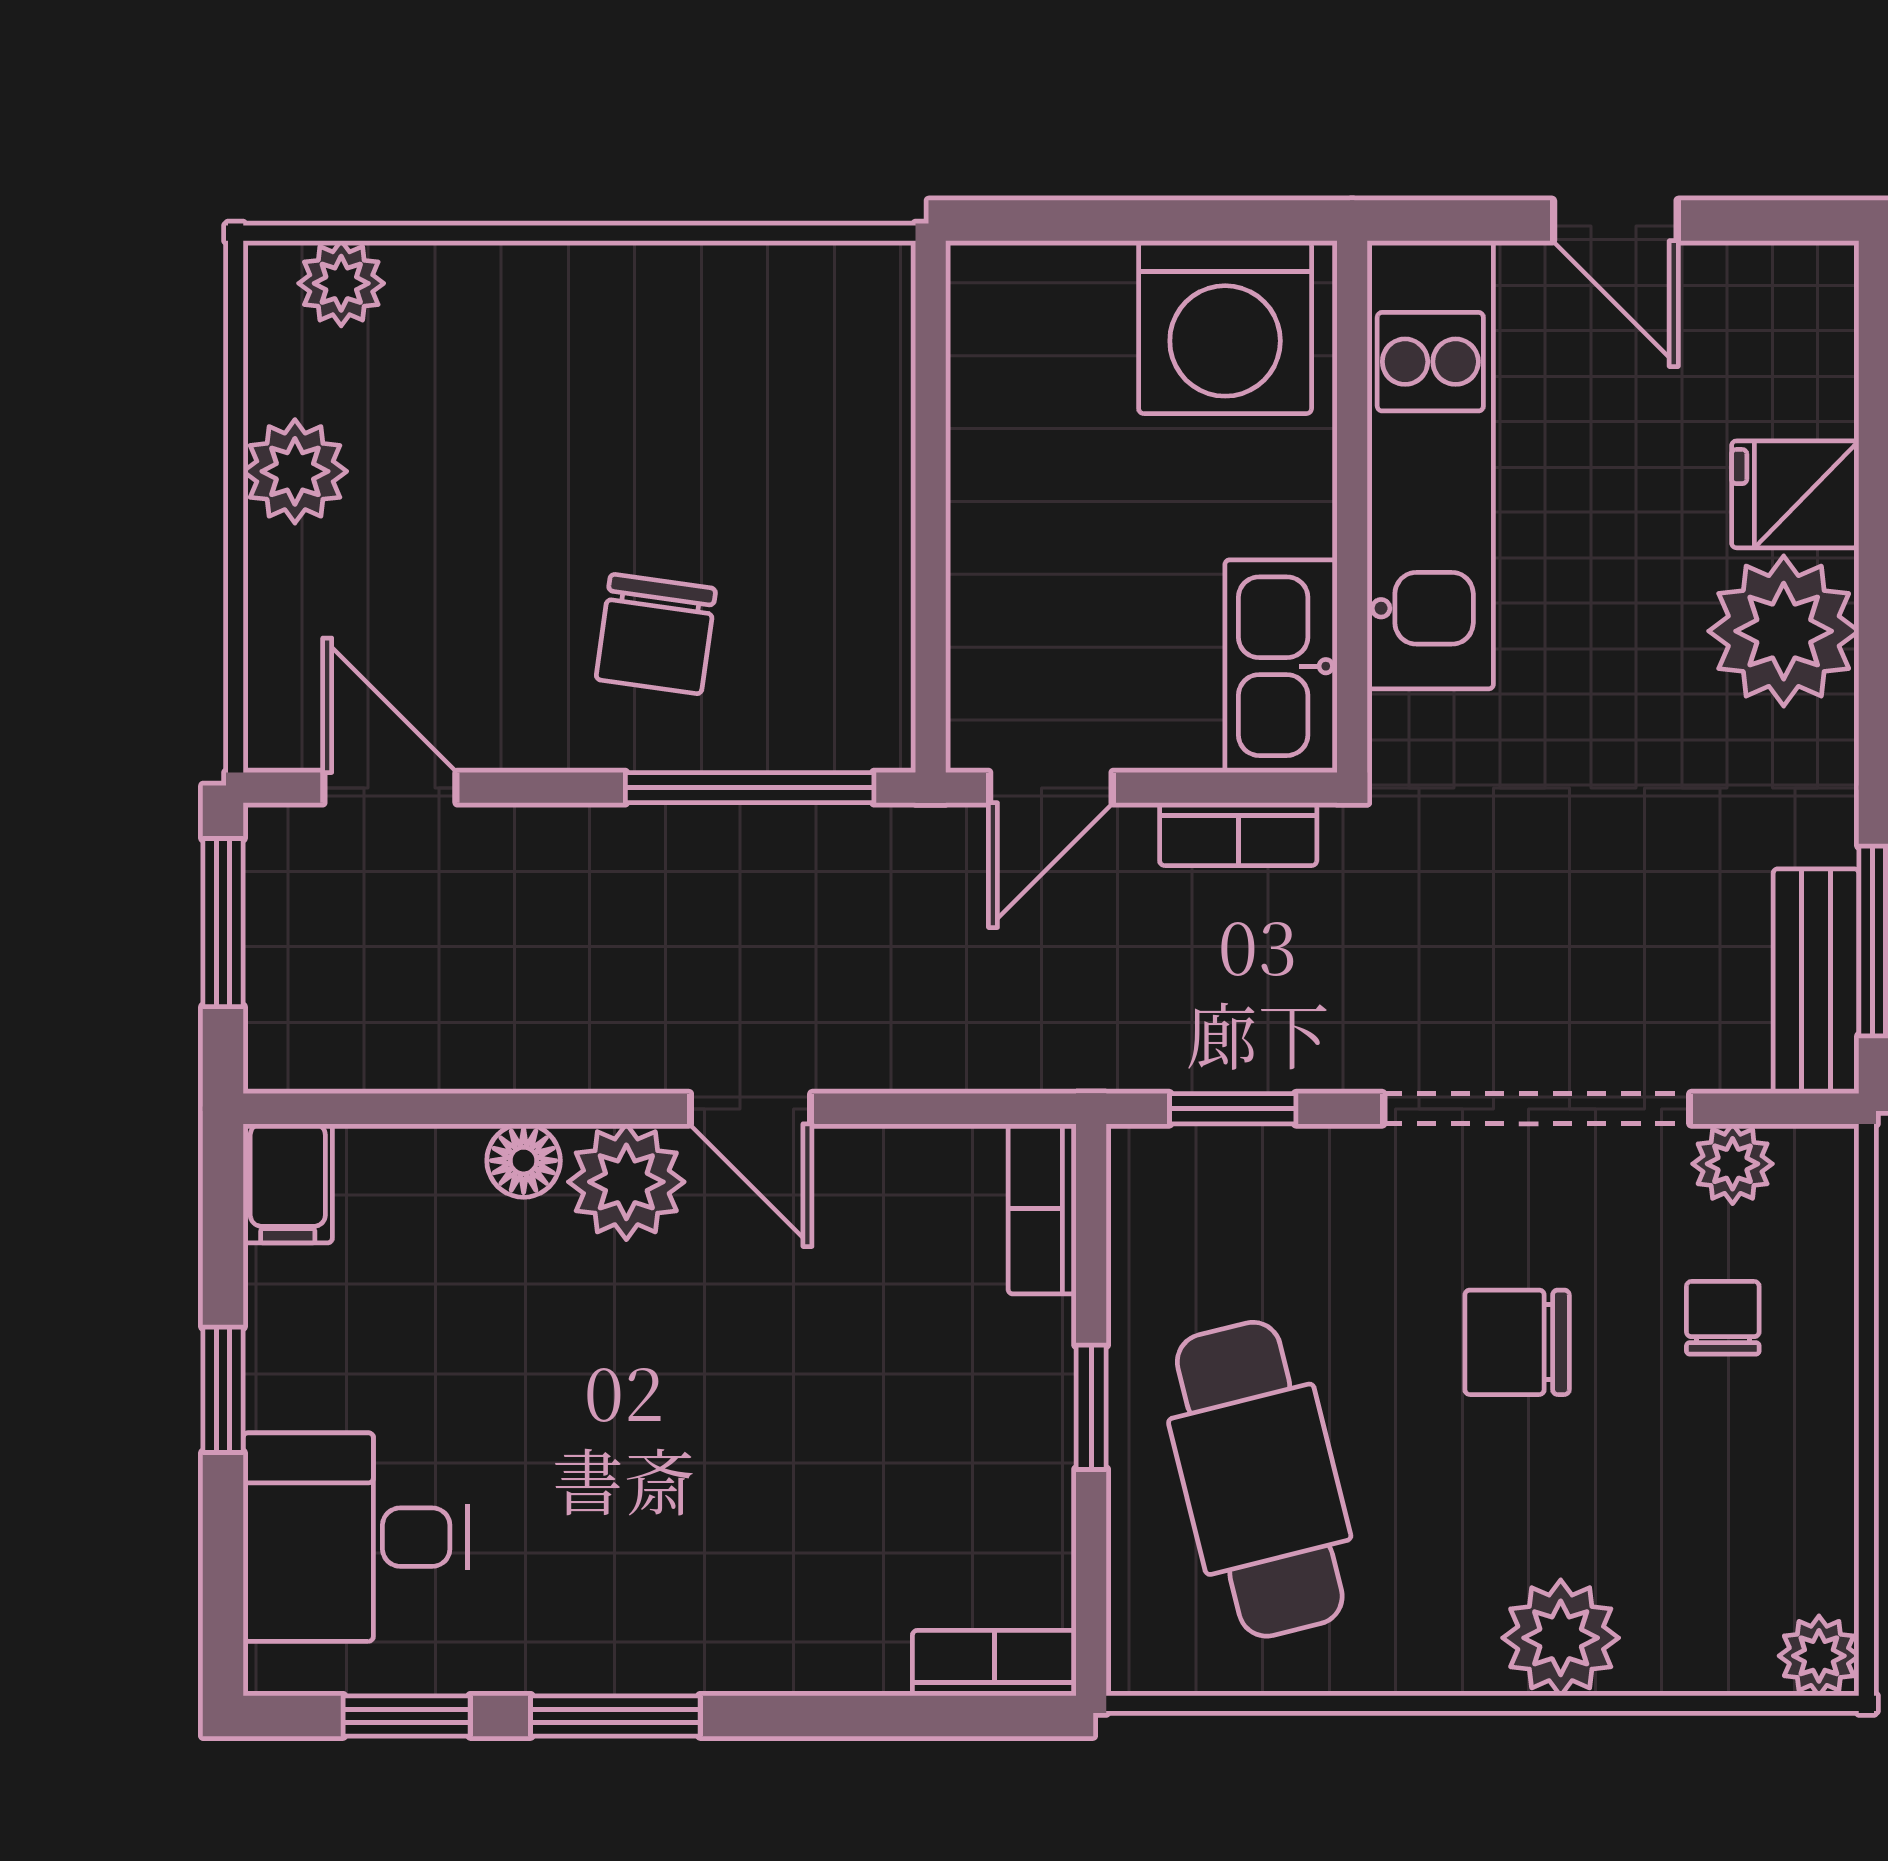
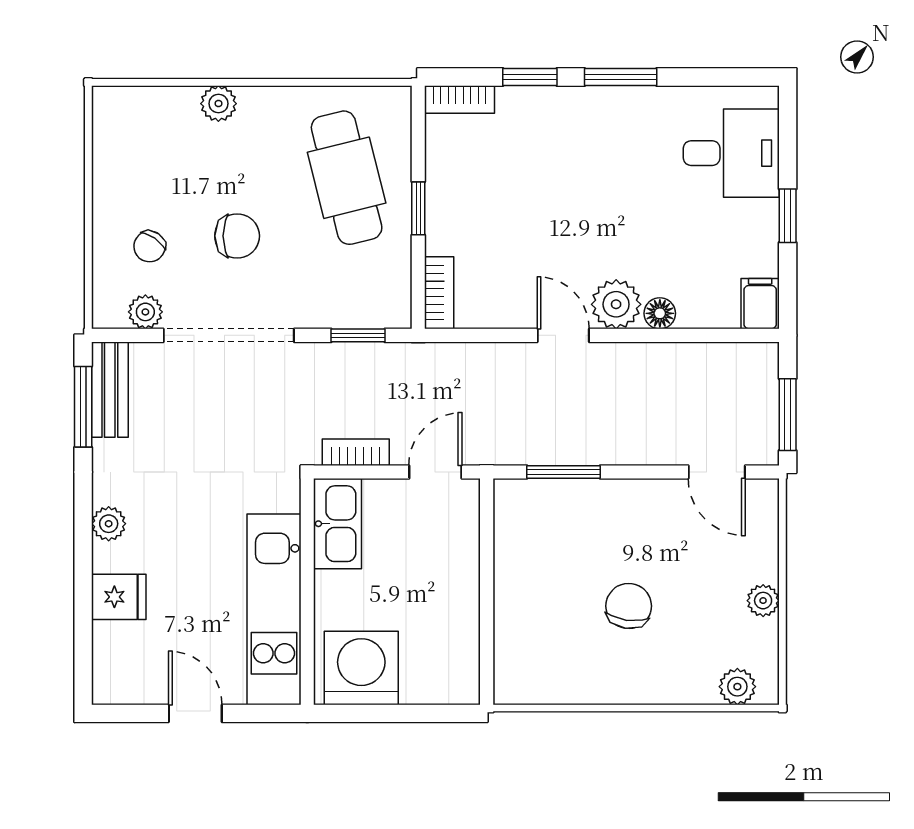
plant: (295, 471) -> (763, 601), width x0.73, depth x0.73
plant: (1784, 631) -> (109, 524), width x0.53, depth x0.53
chair: (656, 634) -> (629, 606), moved
window: (750, 788) -> (564, 472), width x0.69
chair: (1723, 1318) -> (149, 246), turned 35
plant: (1561, 1638) -> (218, 104), width x0.73, depth x0.73
plant: (1819, 1656) -> (109, 103), removed
window: (407, 1716) -> (530, 77), moved

